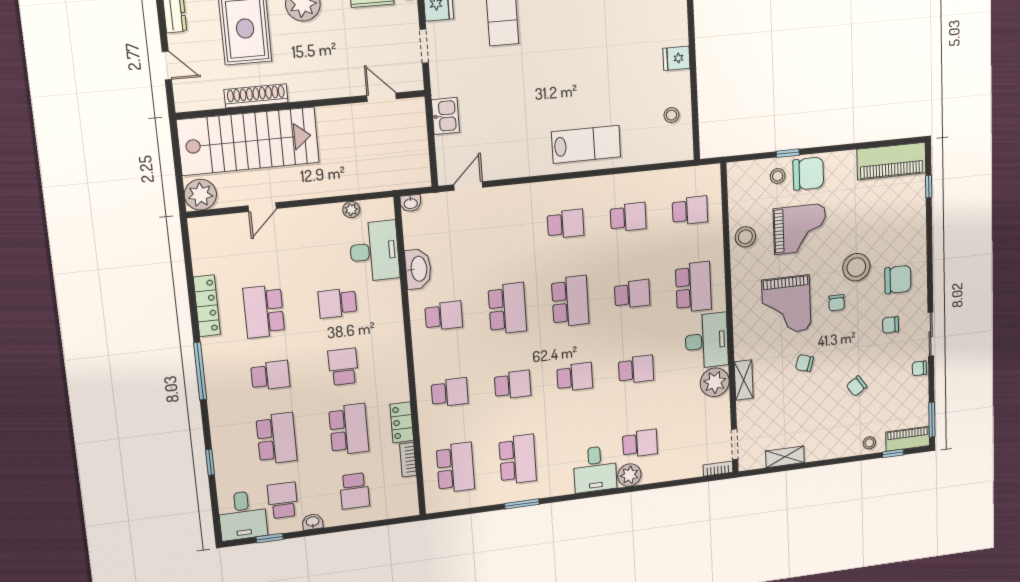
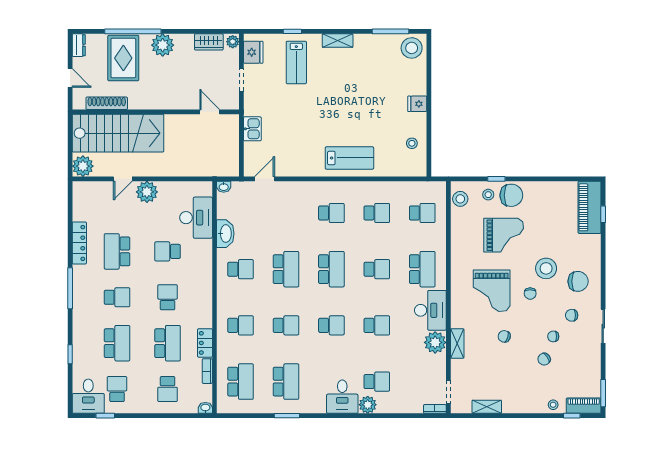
shoe rack: (256, 96) -> (107, 103), moved
piano: (891, 161) -> (590, 207), moved, turned 90
plant: (351, 210) -> (147, 192), moved, width x1.88, depth x1.88
stool: (745, 237) -> (460, 199), moved
chair: (919, 368) -> (553, 336), moved
washbasin: (313, 522) -> (205, 408), moved

